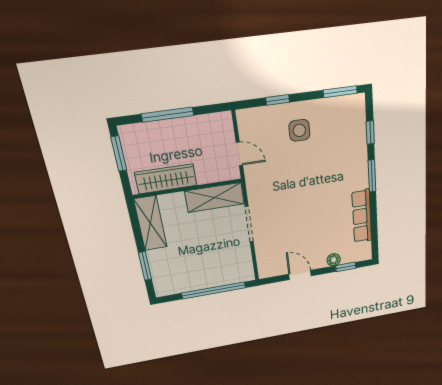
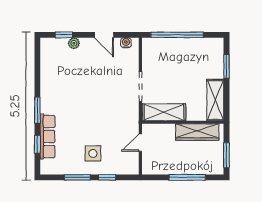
window: (340, 92) -> (77, 177), moved
door: (239, 154) -> (140, 143), hinge flipped
row of seats: (362, 216) -> (47, 137), moved
water cooler: (273, 271) -> (126, 43), added

